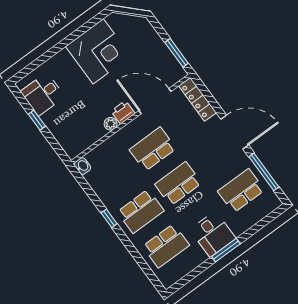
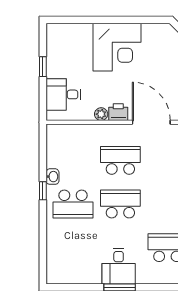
corner desk: (98, 51) -> (117, 47), moved
desk: (43, 94) -> (63, 94), moved
washbasin: (82, 166) -> (52, 177), moved
school desk: (166, 246) -> (73, 248), removed

